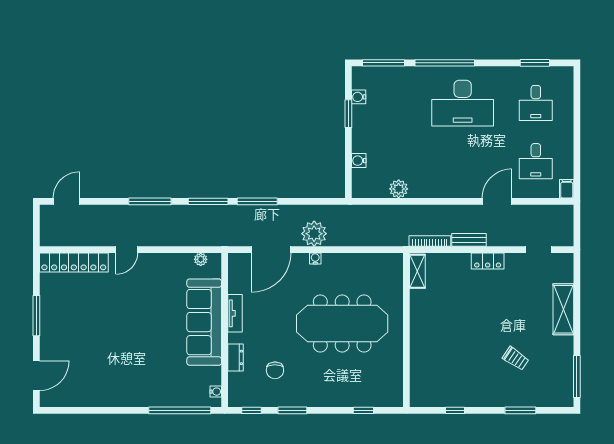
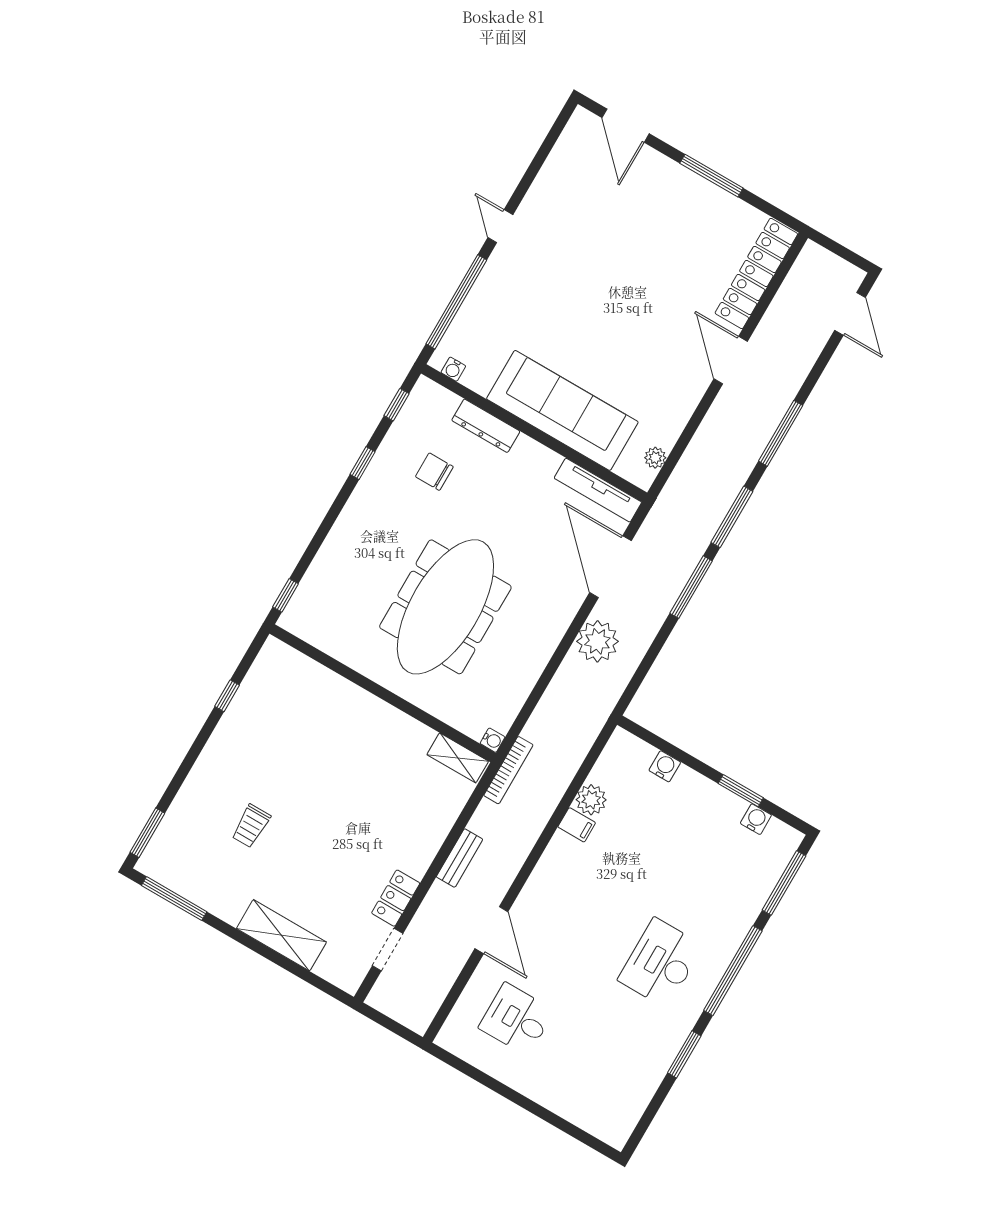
window: (535, 63) -> (684, 1054), moved
desk: (463, 103) -> (661, 963), width x0.73, depth x0.77
desk: (536, 103) -> (600, 1068), removed
filing cabinet: (567, 189) -> (577, 825), moved
bookcase: (430, 241) -> (508, 770), moved
door: (127, 250) -> (731, 360), width x1.37
water cooler: (315, 258) -> (492, 740), moved
locker: (488, 261) -> (396, 898), moved
tv unit: (235, 313) -> (598, 490), moved, width x1.41
dresser: (235, 357) -> (486, 426), width x1.44
trolley: (516, 358) -> (251, 826), turned -34
door: (127, 410) -> (500, 226), added
window: (292, 410) -> (362, 463), width x0.67
window: (363, 410) -> (286, 595), moved
window: (520, 410) -> (147, 833), moved

